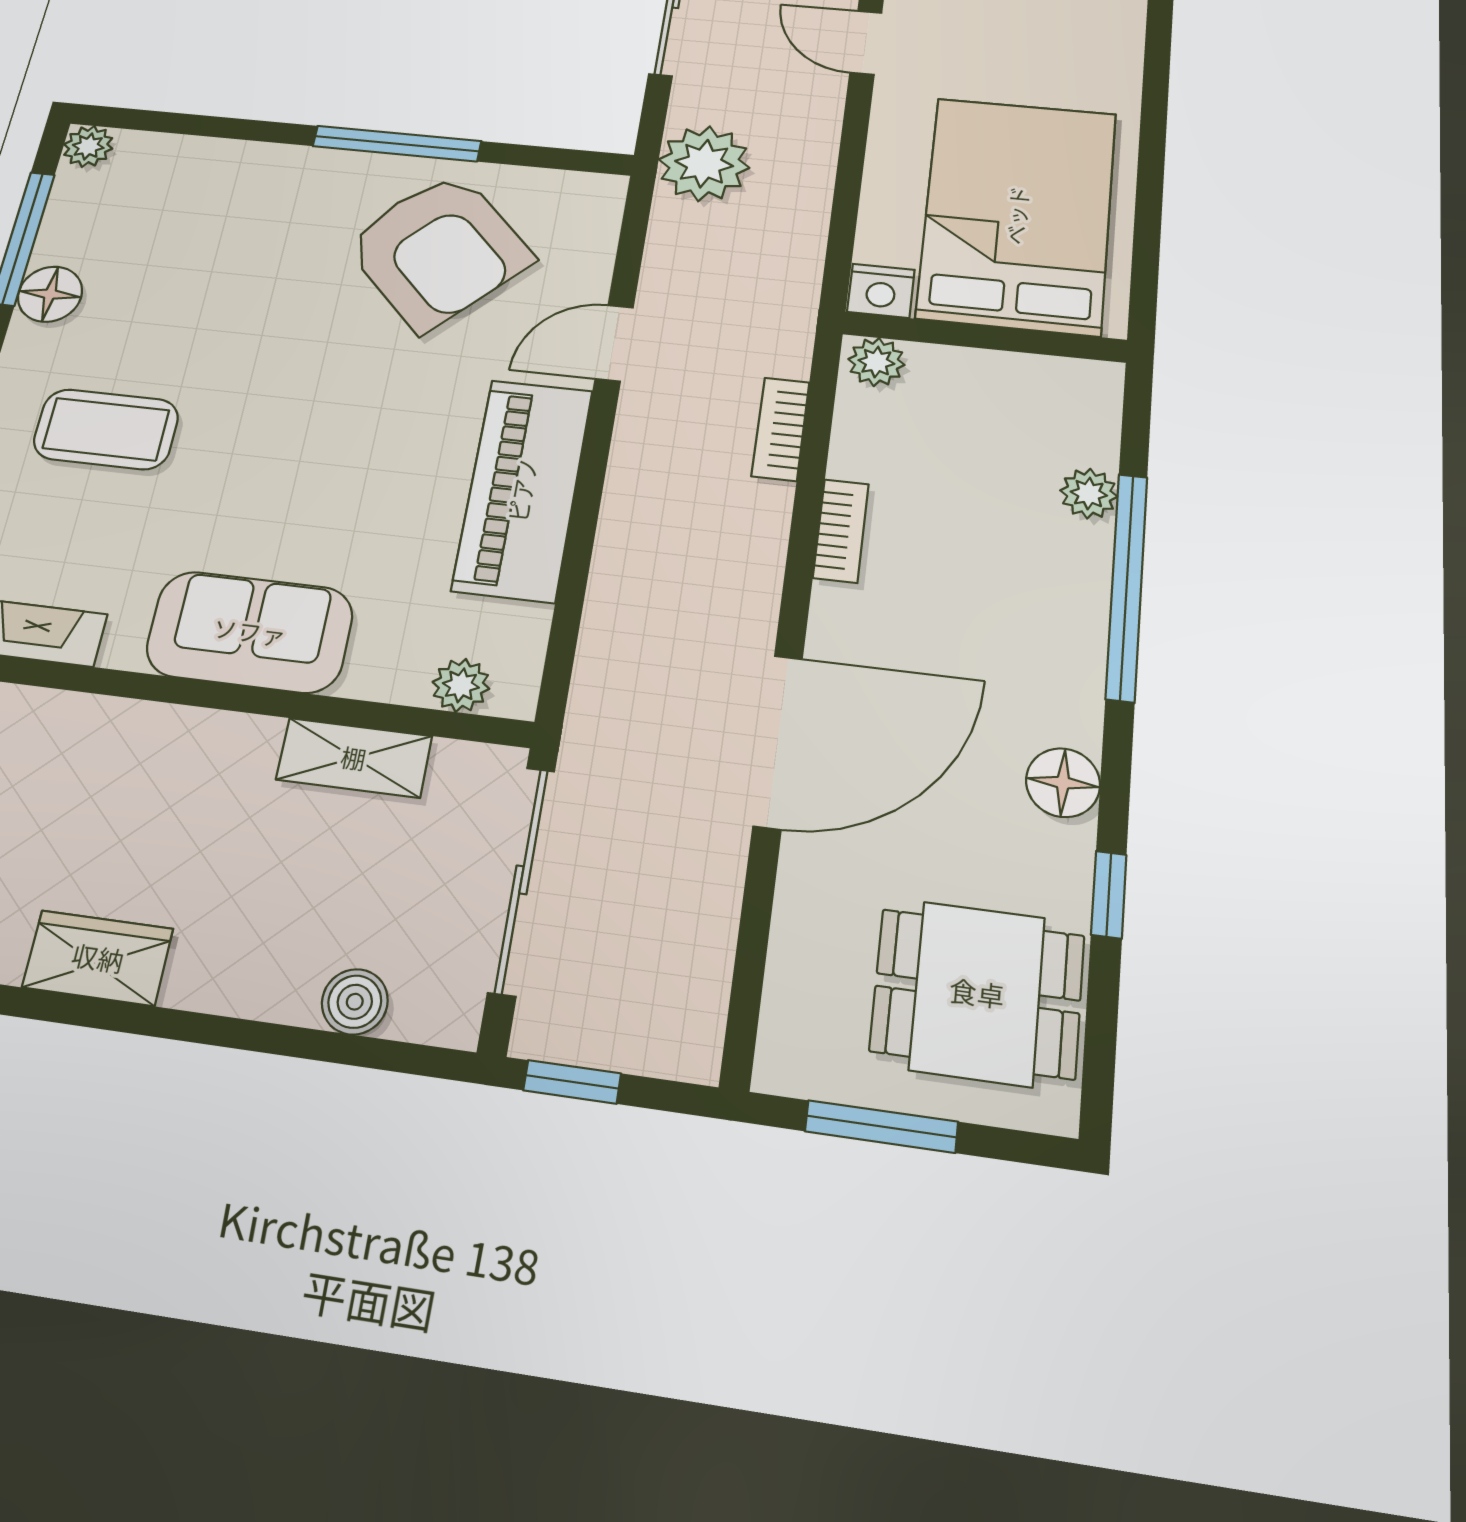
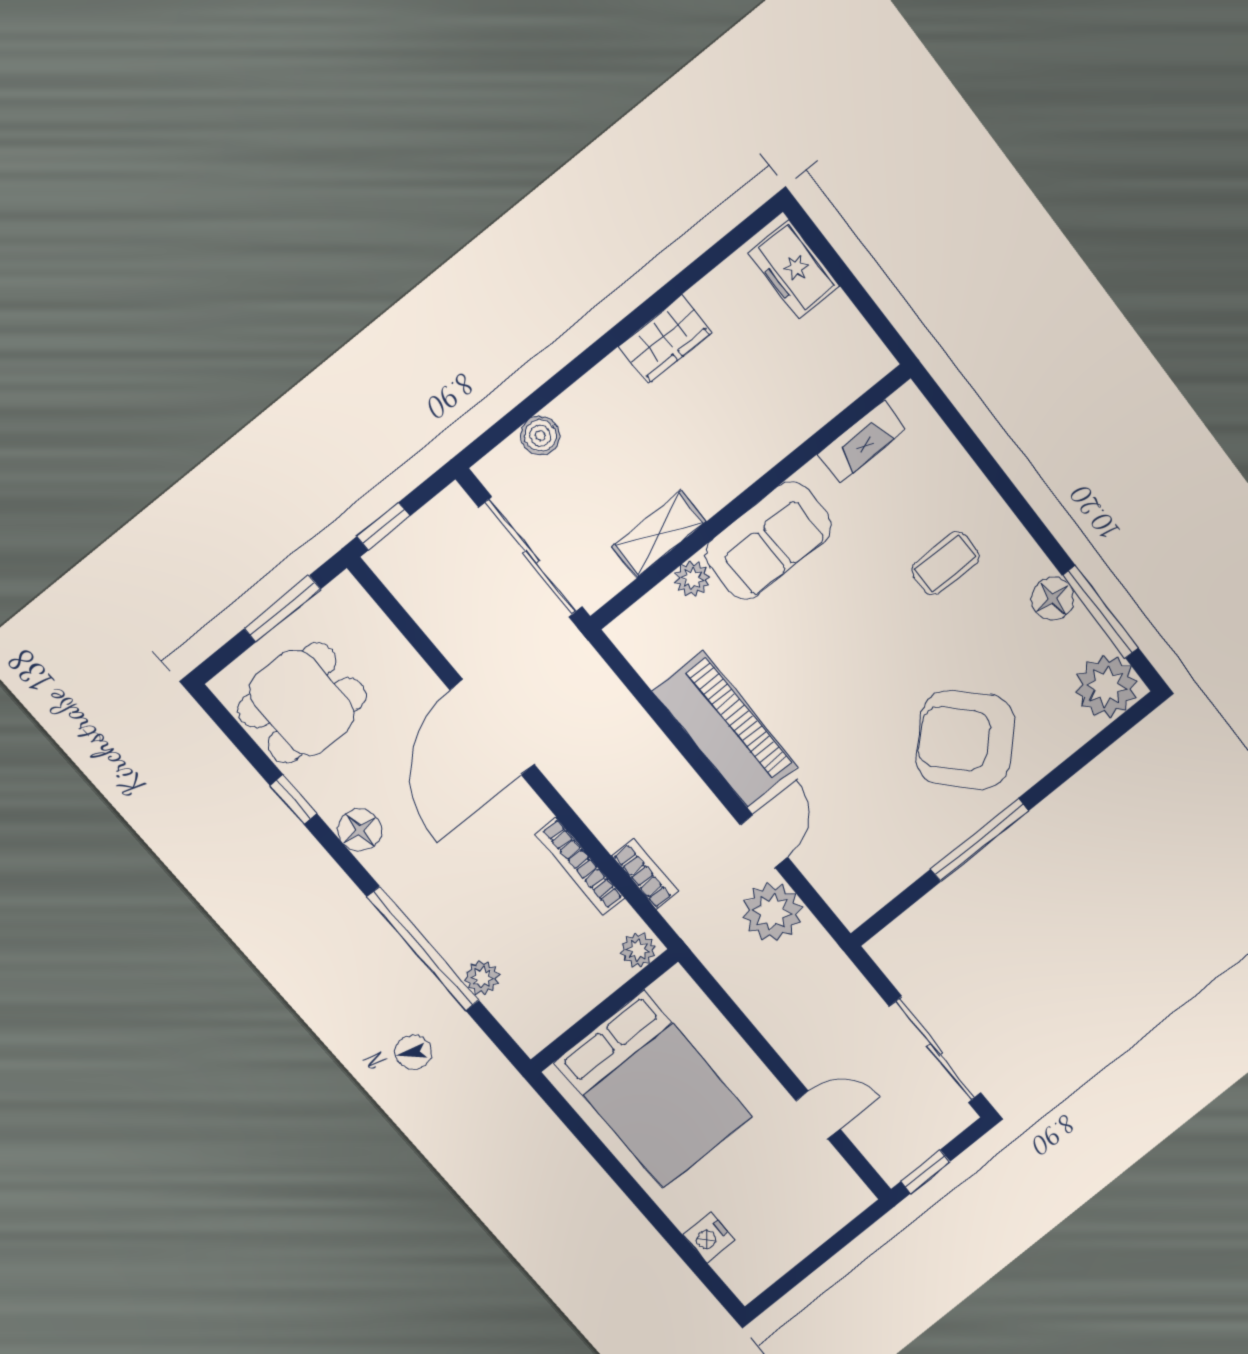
plant: (88, 146) -> (1106, 687), width x1.87, depth x1.87
plant: (704, 164) -> (772, 912), moved
armchair: (438, 250) -> (966, 740), moved
nightstand: (881, 291) -> (709, 1238), moved, turned -90
coffee table: (106, 429) -> (945, 563), width x0.73, depth x0.77
bookcase: (841, 531) -> (580, 866), width x1.56
plant: (461, 685) -> (692, 579), moved
window: (572, 1082) -> (383, 526), moved

